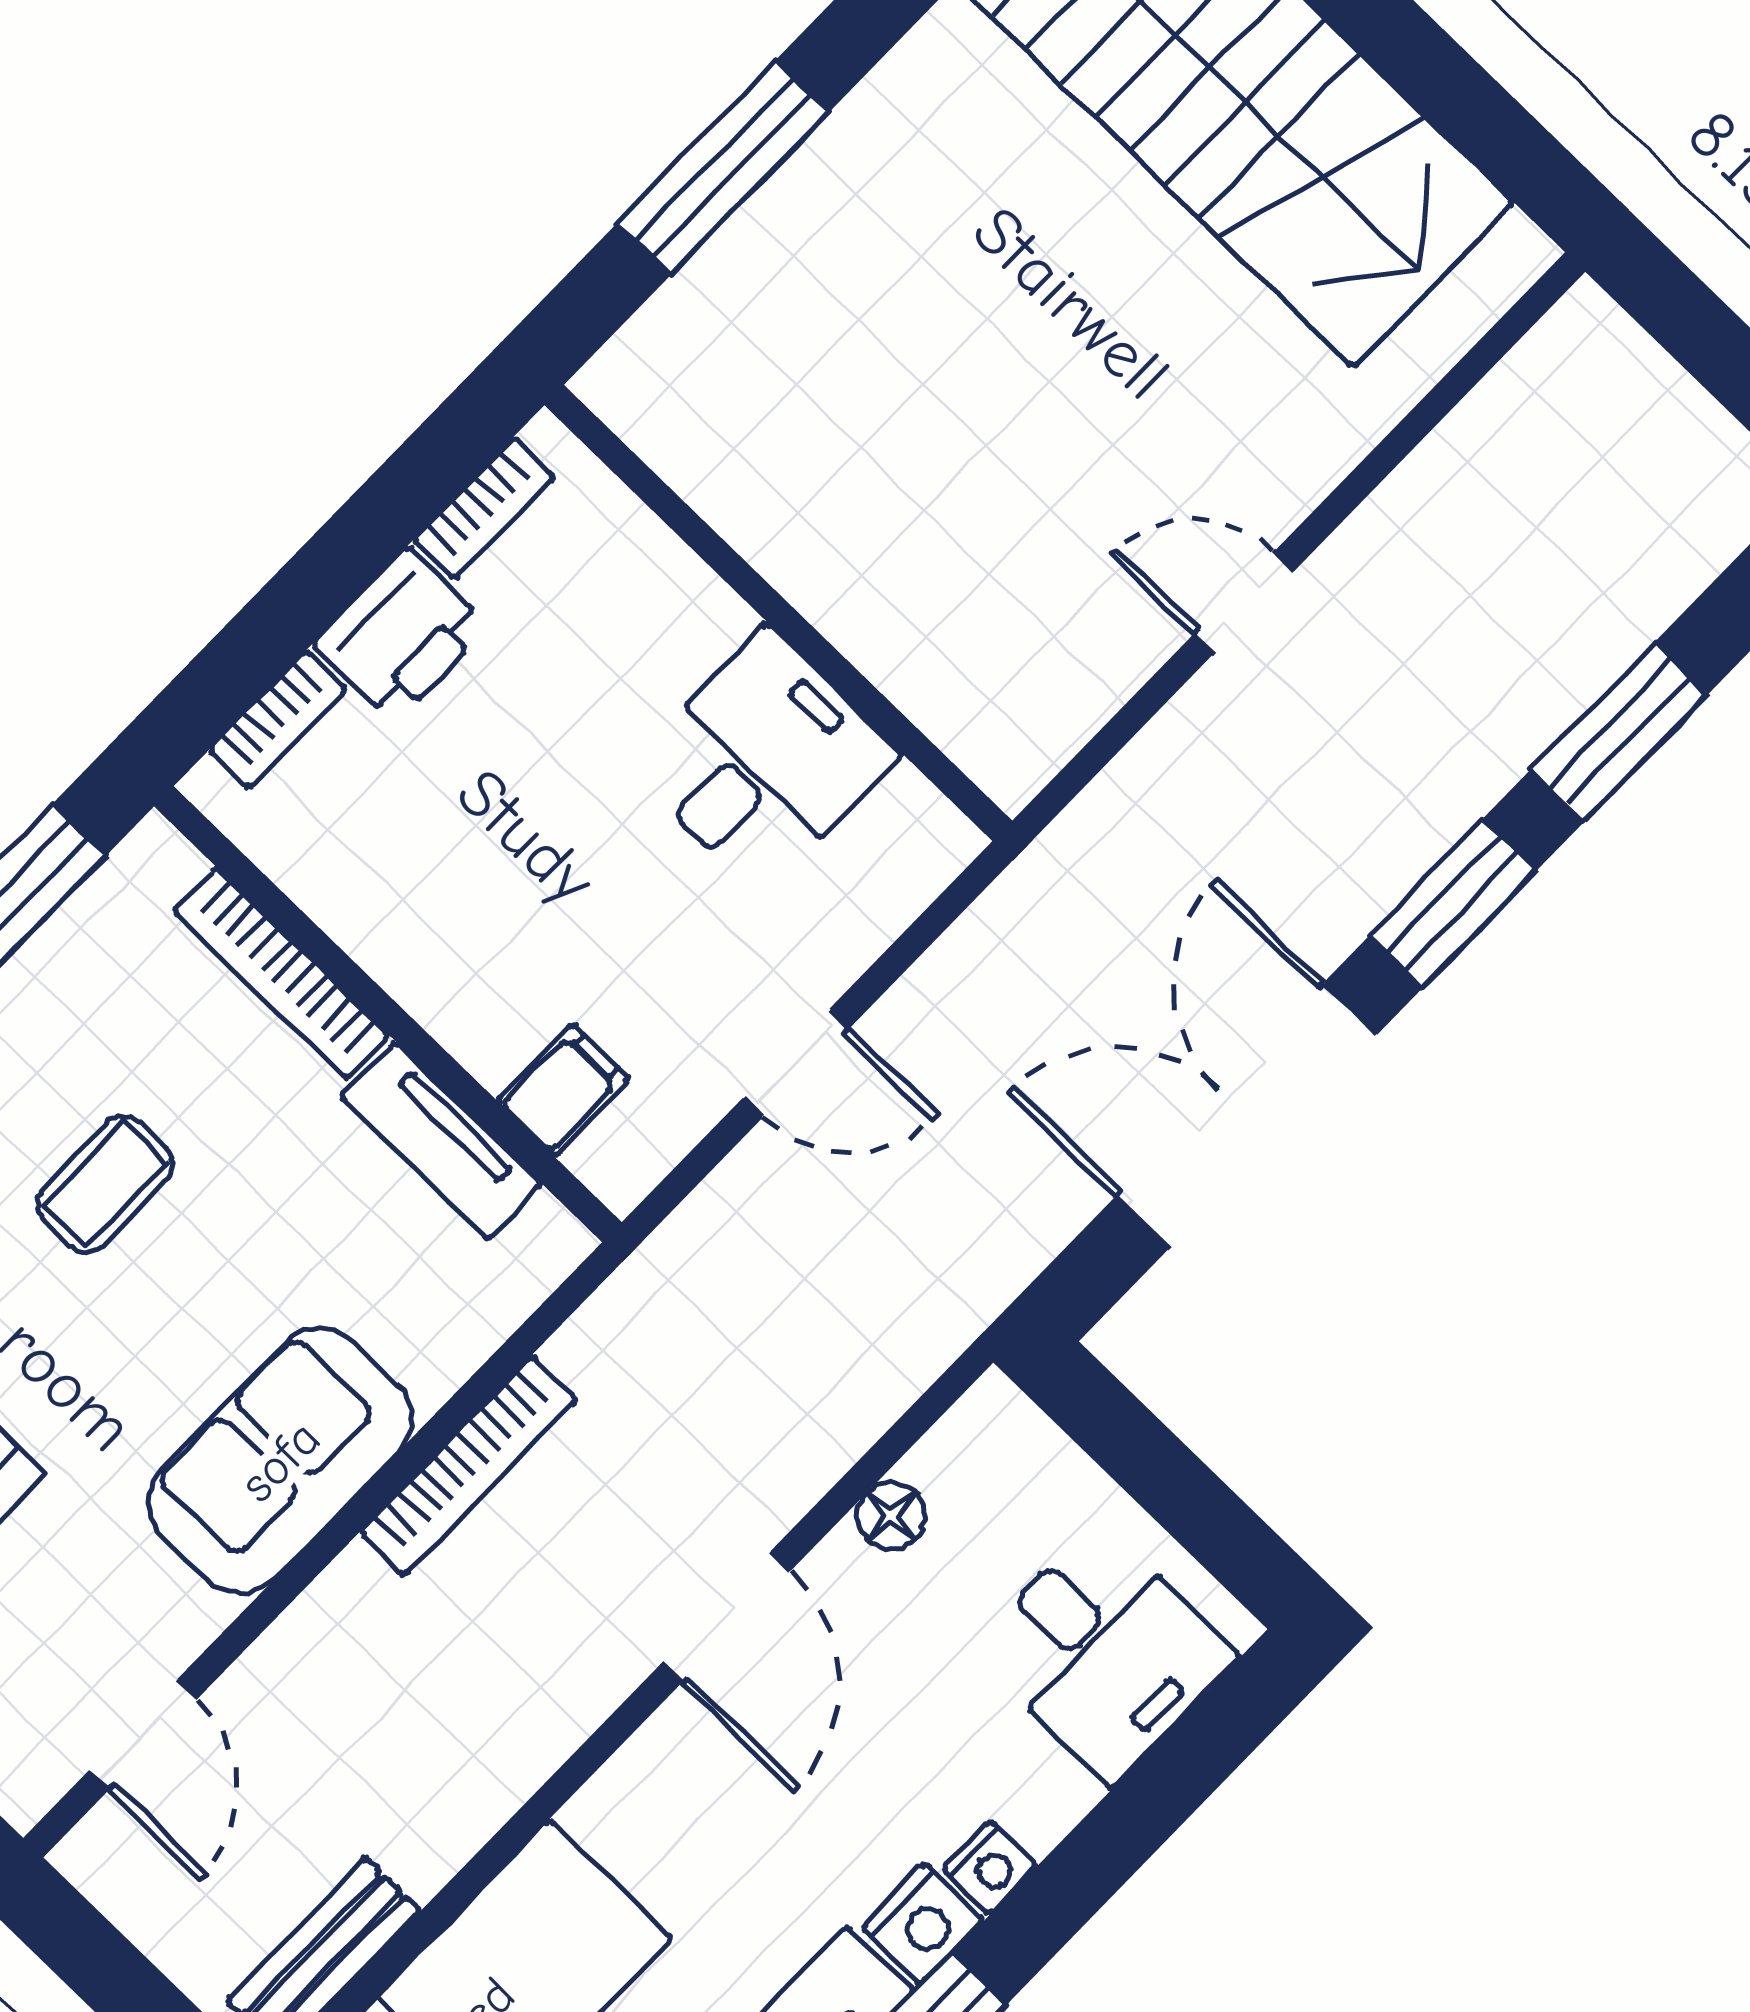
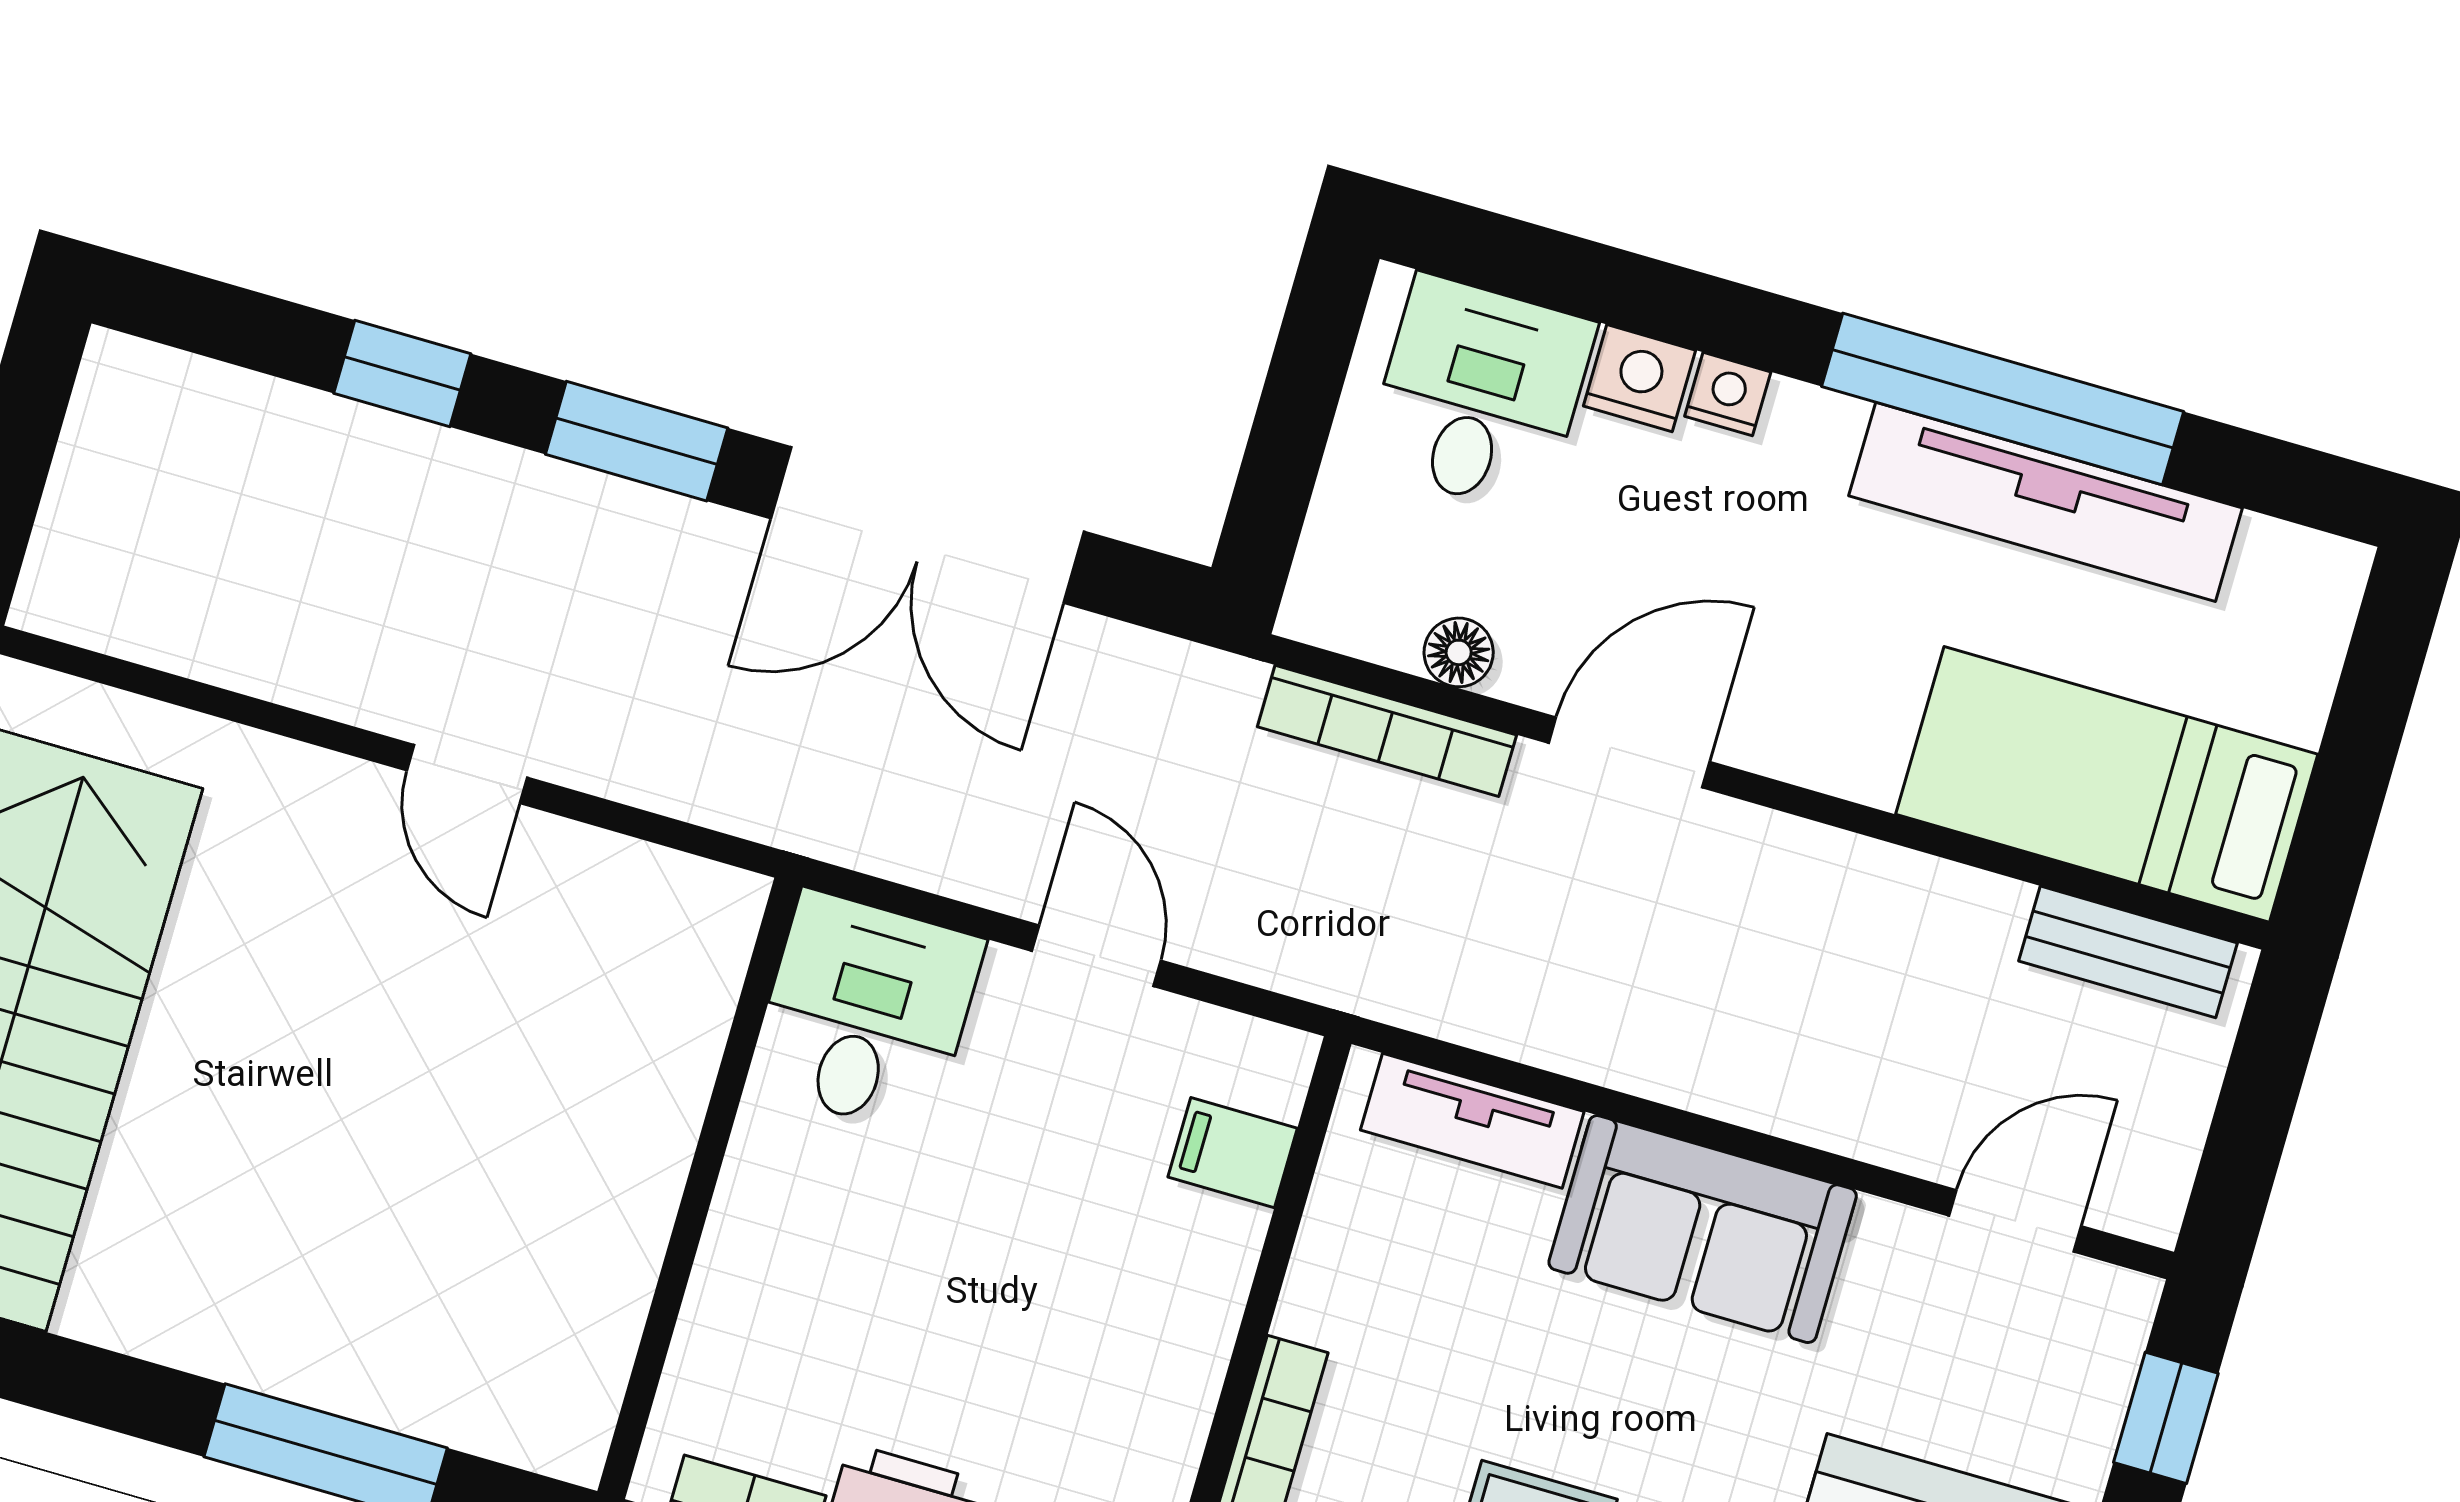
window: (1619, 732) -> (402, 373), width x0.67
desk: (763, 761) -> (866, 1013), moved, turned 90
tv unit: (441, 1141) -> (1472, 1121), moved, turned 90
bookcase: (468, 1466) -> (1387, 731), moved, turned 180
nightstand: (923, 1924) -> (1640, 378), moved

